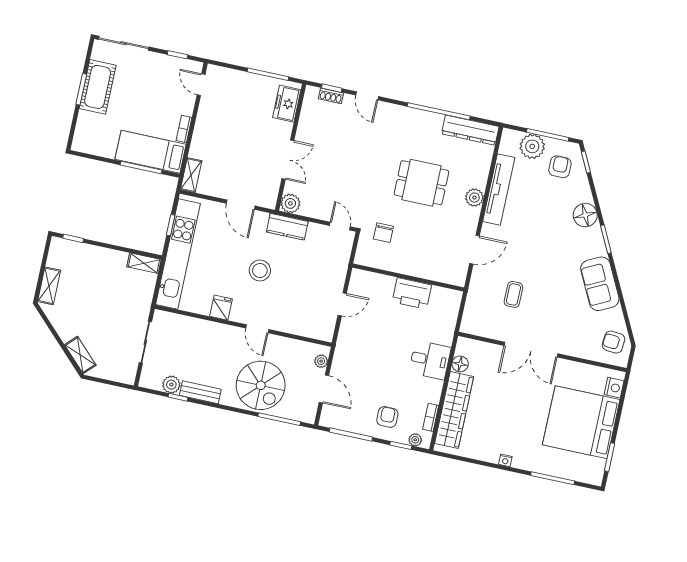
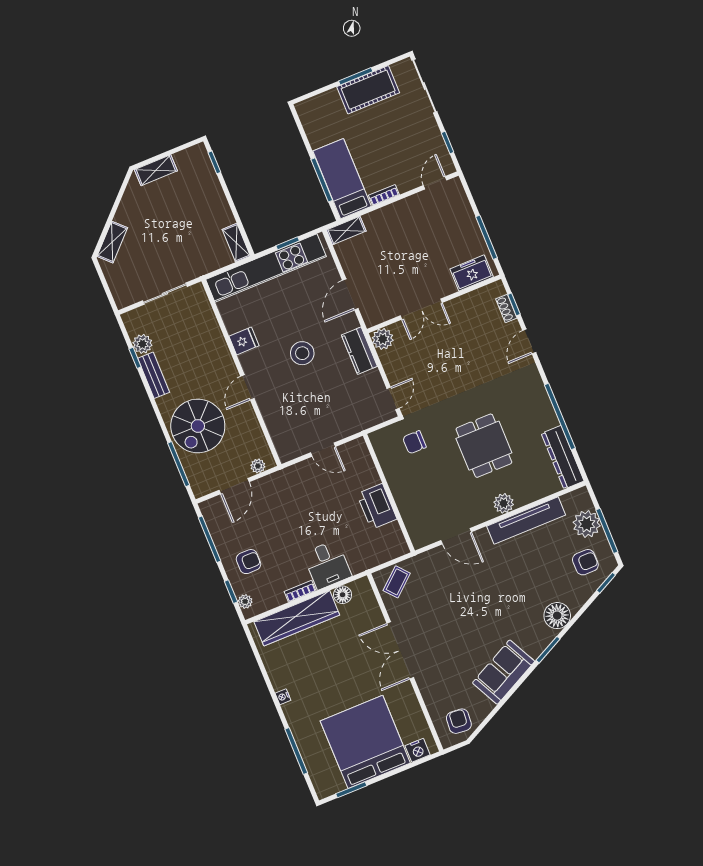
coffee table: (513, 294) -> (397, 582), moved, turned -41
bookcase: (431, 417) -> (300, 591), moved

